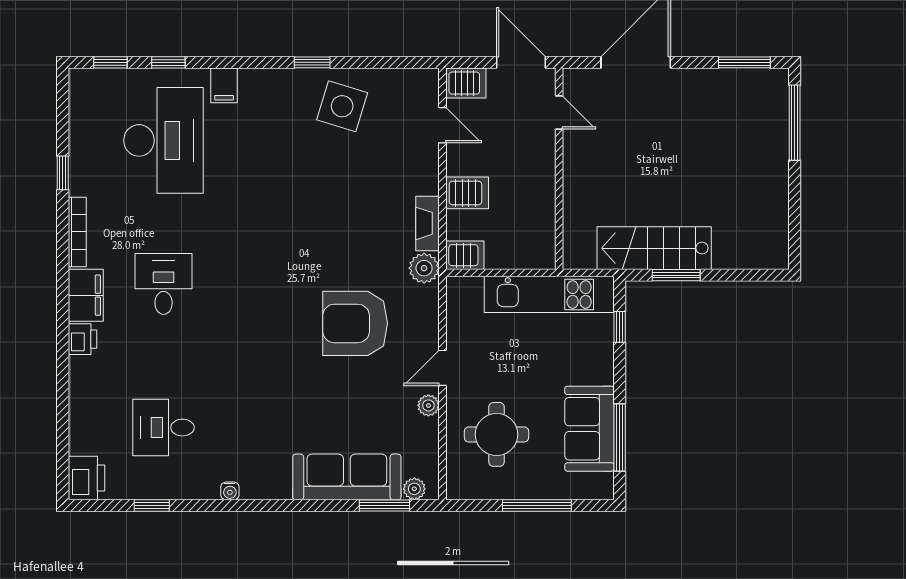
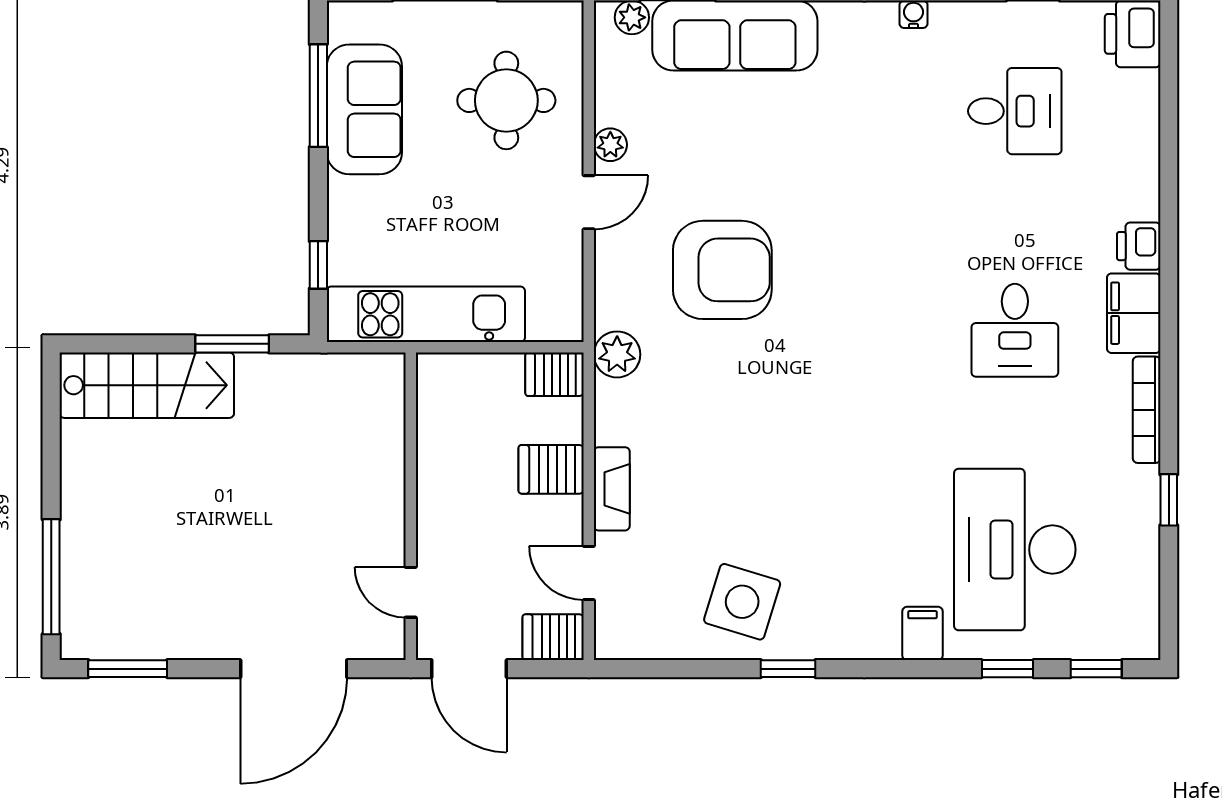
fireplace: (428, 223) -> (612, 489), moved
stairs: (654, 248) -> (147, 385), moved

